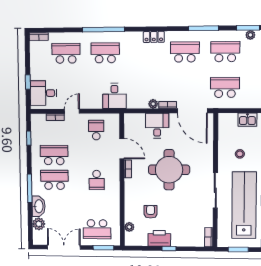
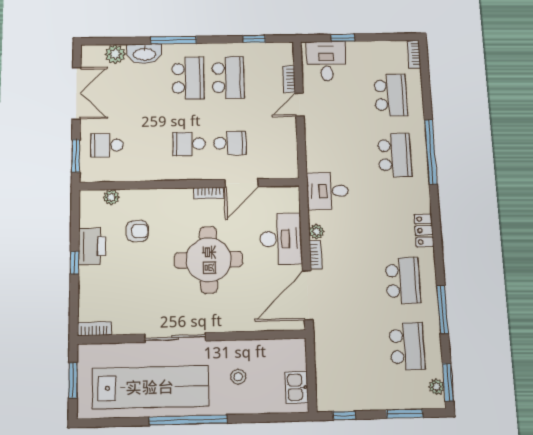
school desk: (225, 87) -> (348, 348), removed
desk: (114, 96) -> (328, 191), moved
door: (72, 111) -> (300, 105), swing flipped
desk: (157, 126) -> (281, 239), width x1.37
school desk: (96, 130) -> (230, 143), moved
school desk: (97, 229) -> (107, 145), width x0.54

